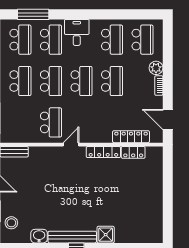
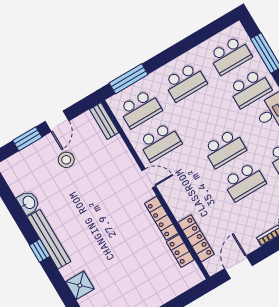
school desk: (51, 81) -> (140, 109), moved
stool: (11, 223) -> (66, 160), moved
shower: (106, 235) -> (80, 285), moved

